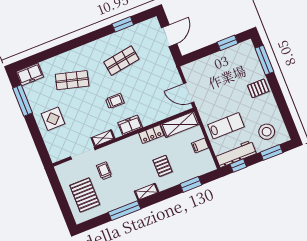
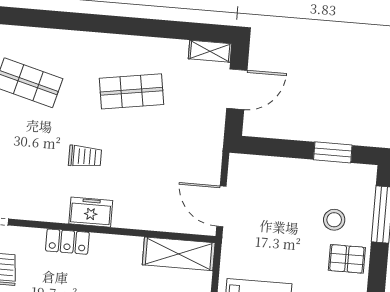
window: (123, 24) -> (166, 29), removed
stool: (243, 73) -> (334, 220), added
locker: (151, 134) -> (67, 242), moved
shelving: (103, 138) -> (210, 51), moved

